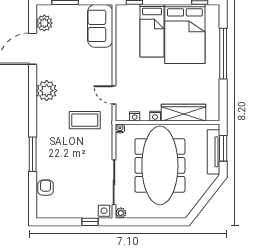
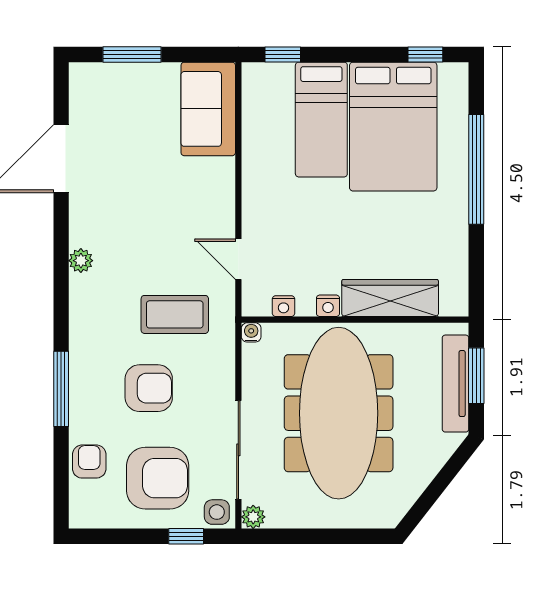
plant: (44, 23) -> (86, 103), removed
plant: (47, 91) -> (81, 261), width x0.53, depth x0.53
armchair: (73, 154) -> (149, 388), added
armchair: (77, 195) -> (158, 478), added

